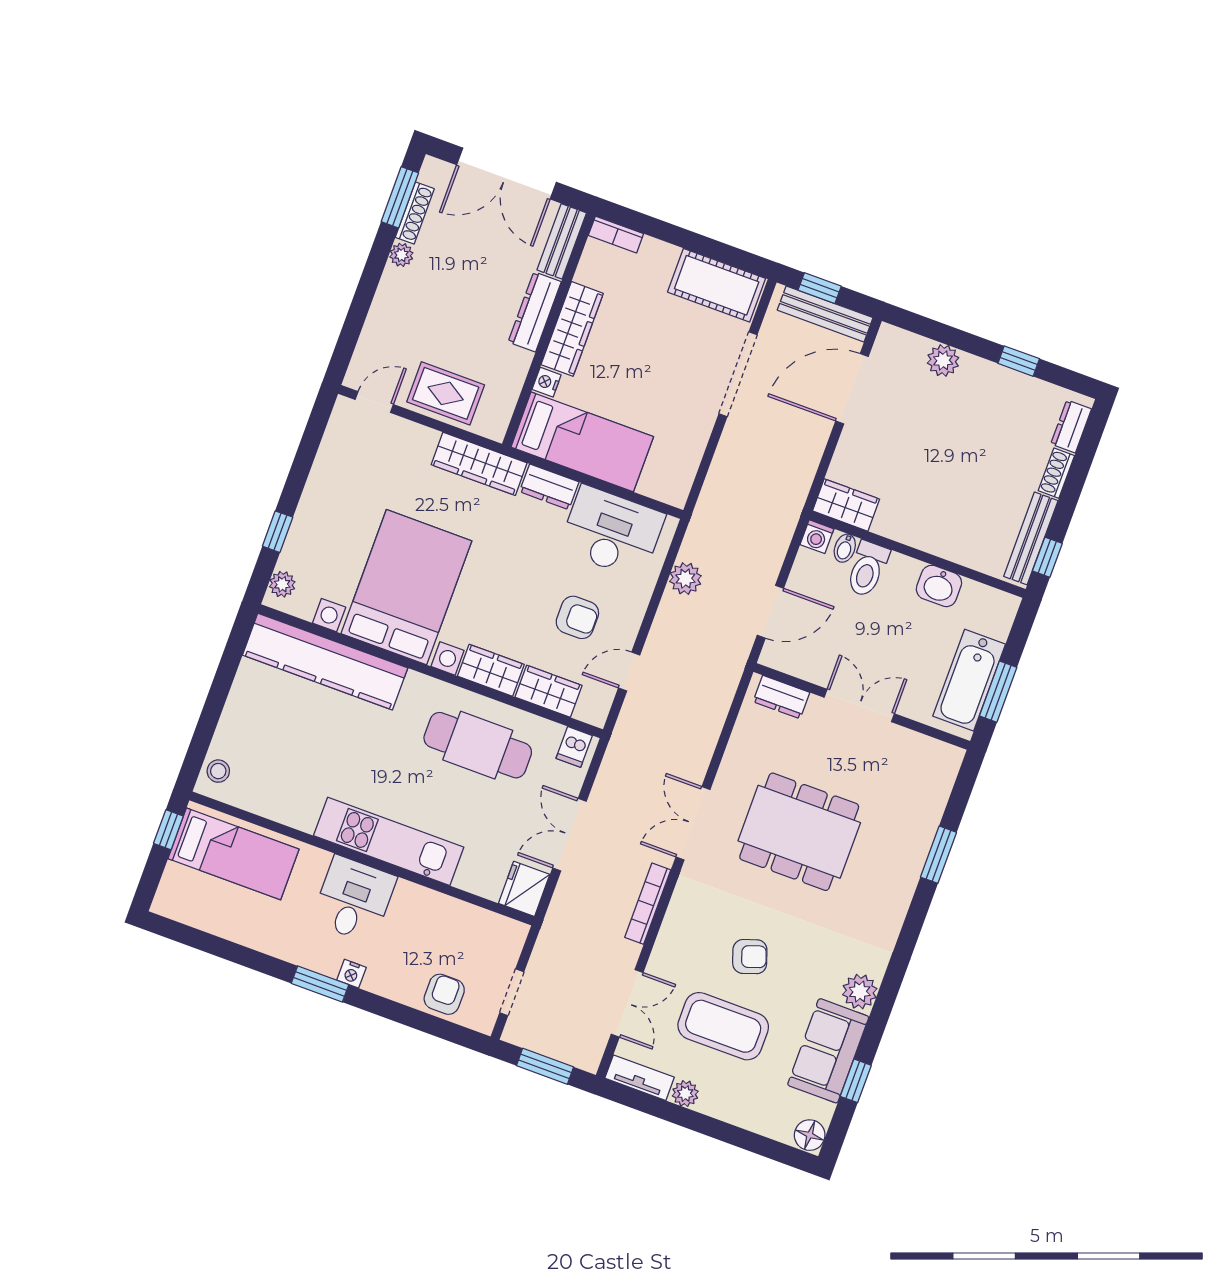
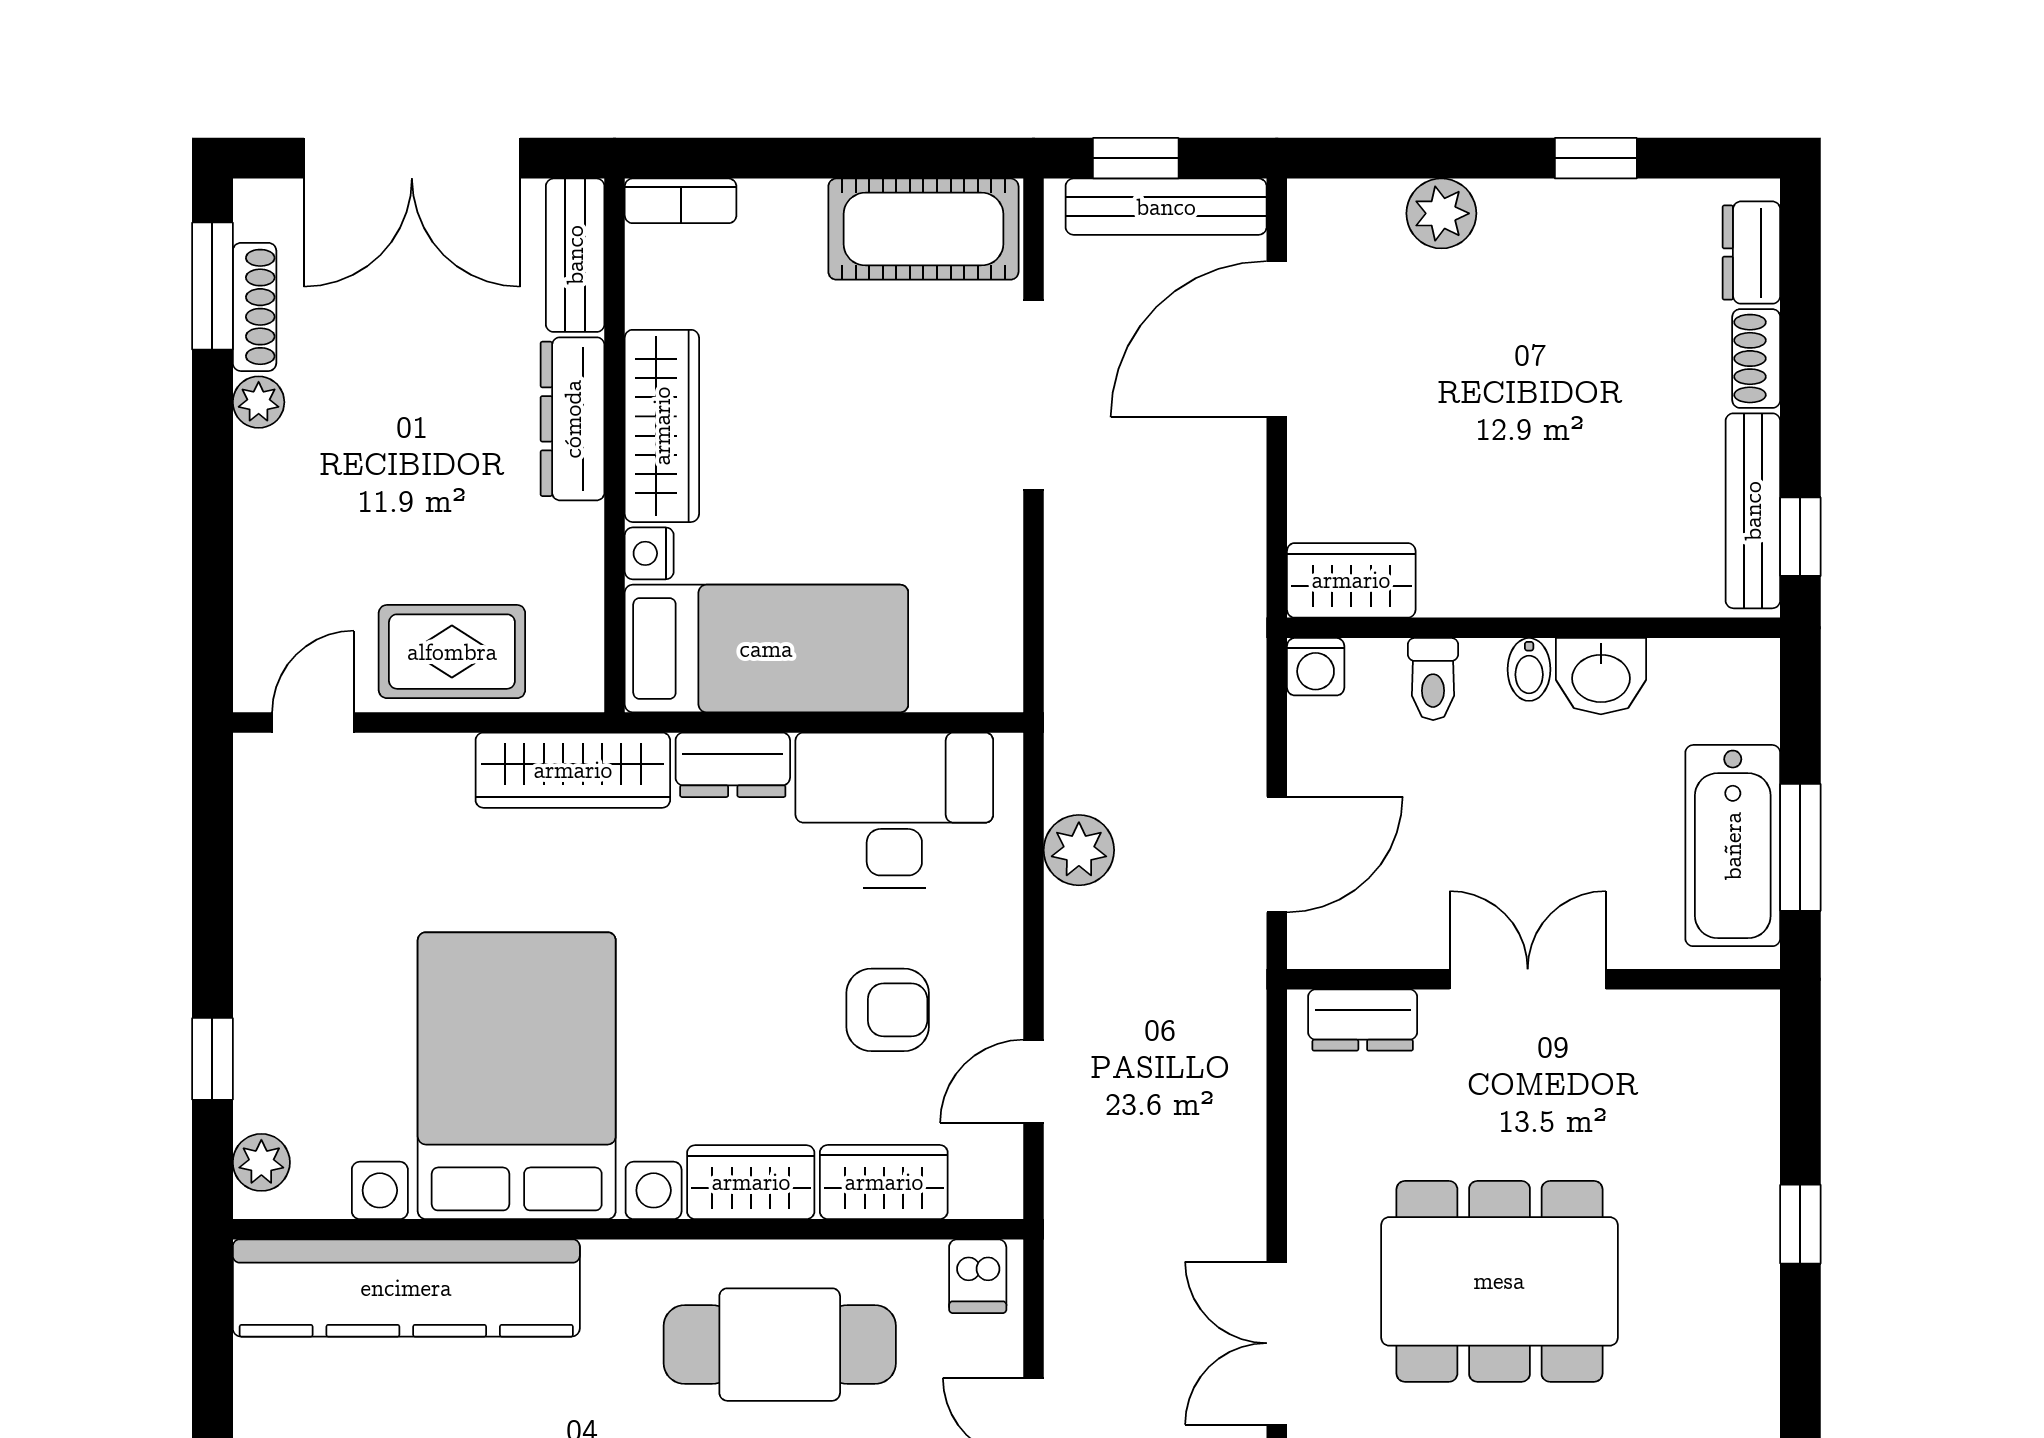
bidet: (845, 548) -> (1529, 669), moved
toilet: (867, 569) -> (1433, 679), width x0.73, depth x0.72
window: (938, 855) -> (1800, 1224), width x0.67

